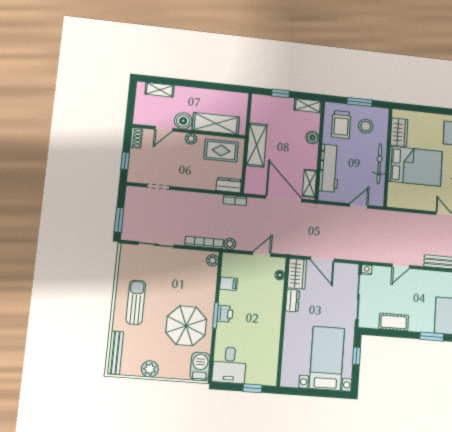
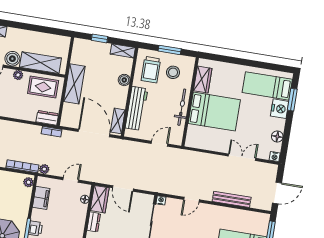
filing cabinet: (228, 284) -> (41, 198), width x2.00

